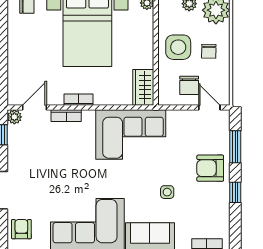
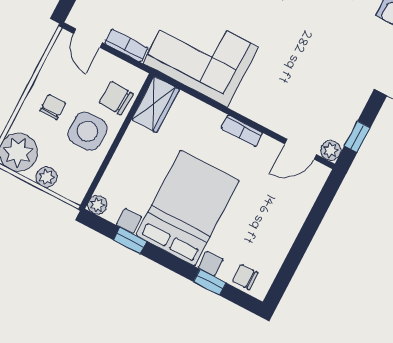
chair: (189, 85) -> (116, 98), moved, turned -87
bookcase: (66, 116) -> (126, 46), moved

